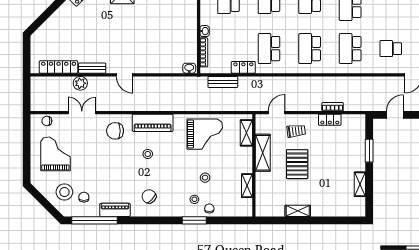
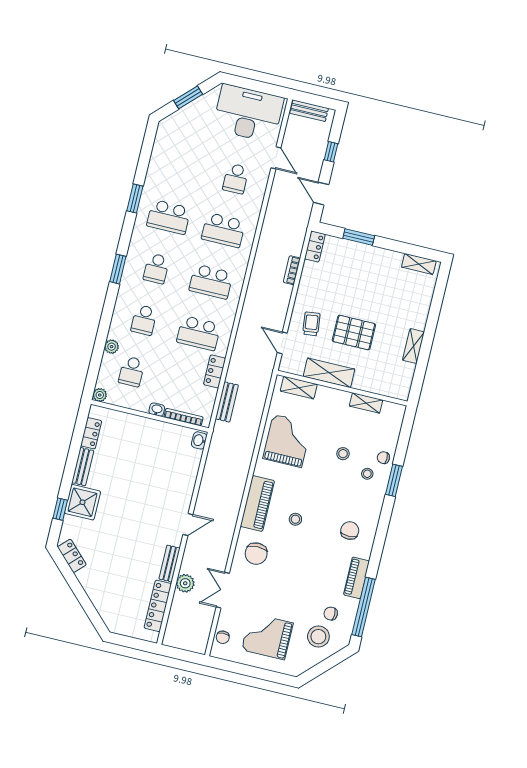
locker: (330, 120) -> (315, 247), moved
shelving: (360, 184) -> (419, 264), moved
chair: (149, 196) -> (350, 531), turned 137

